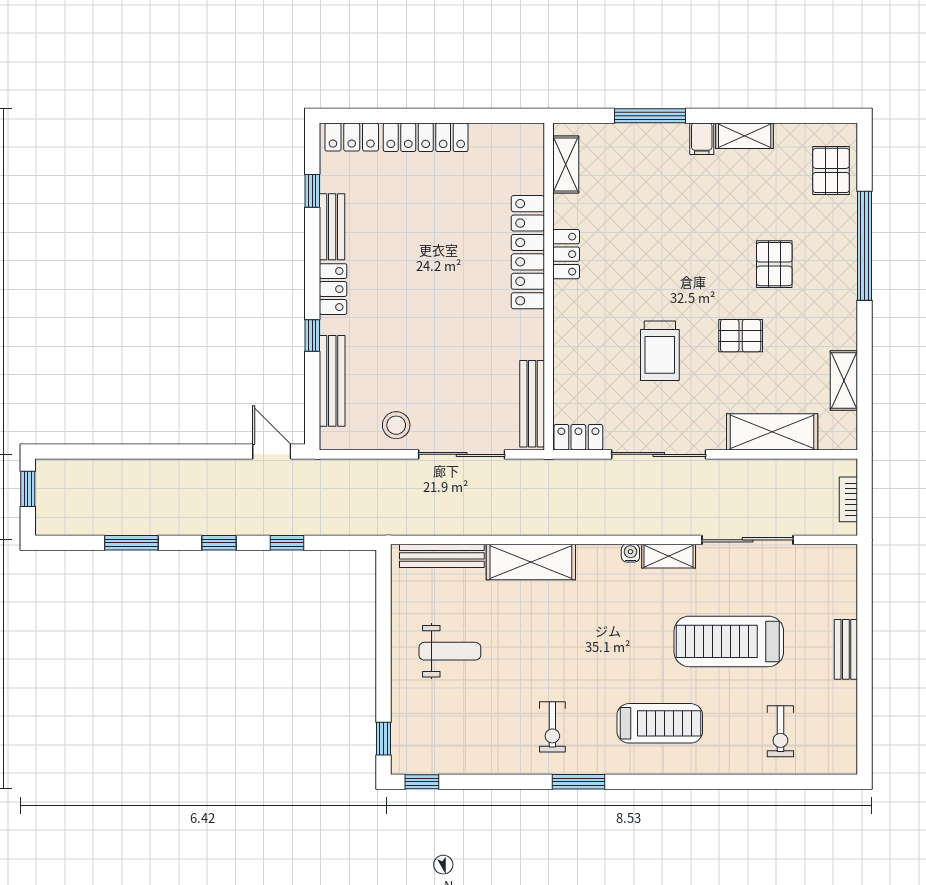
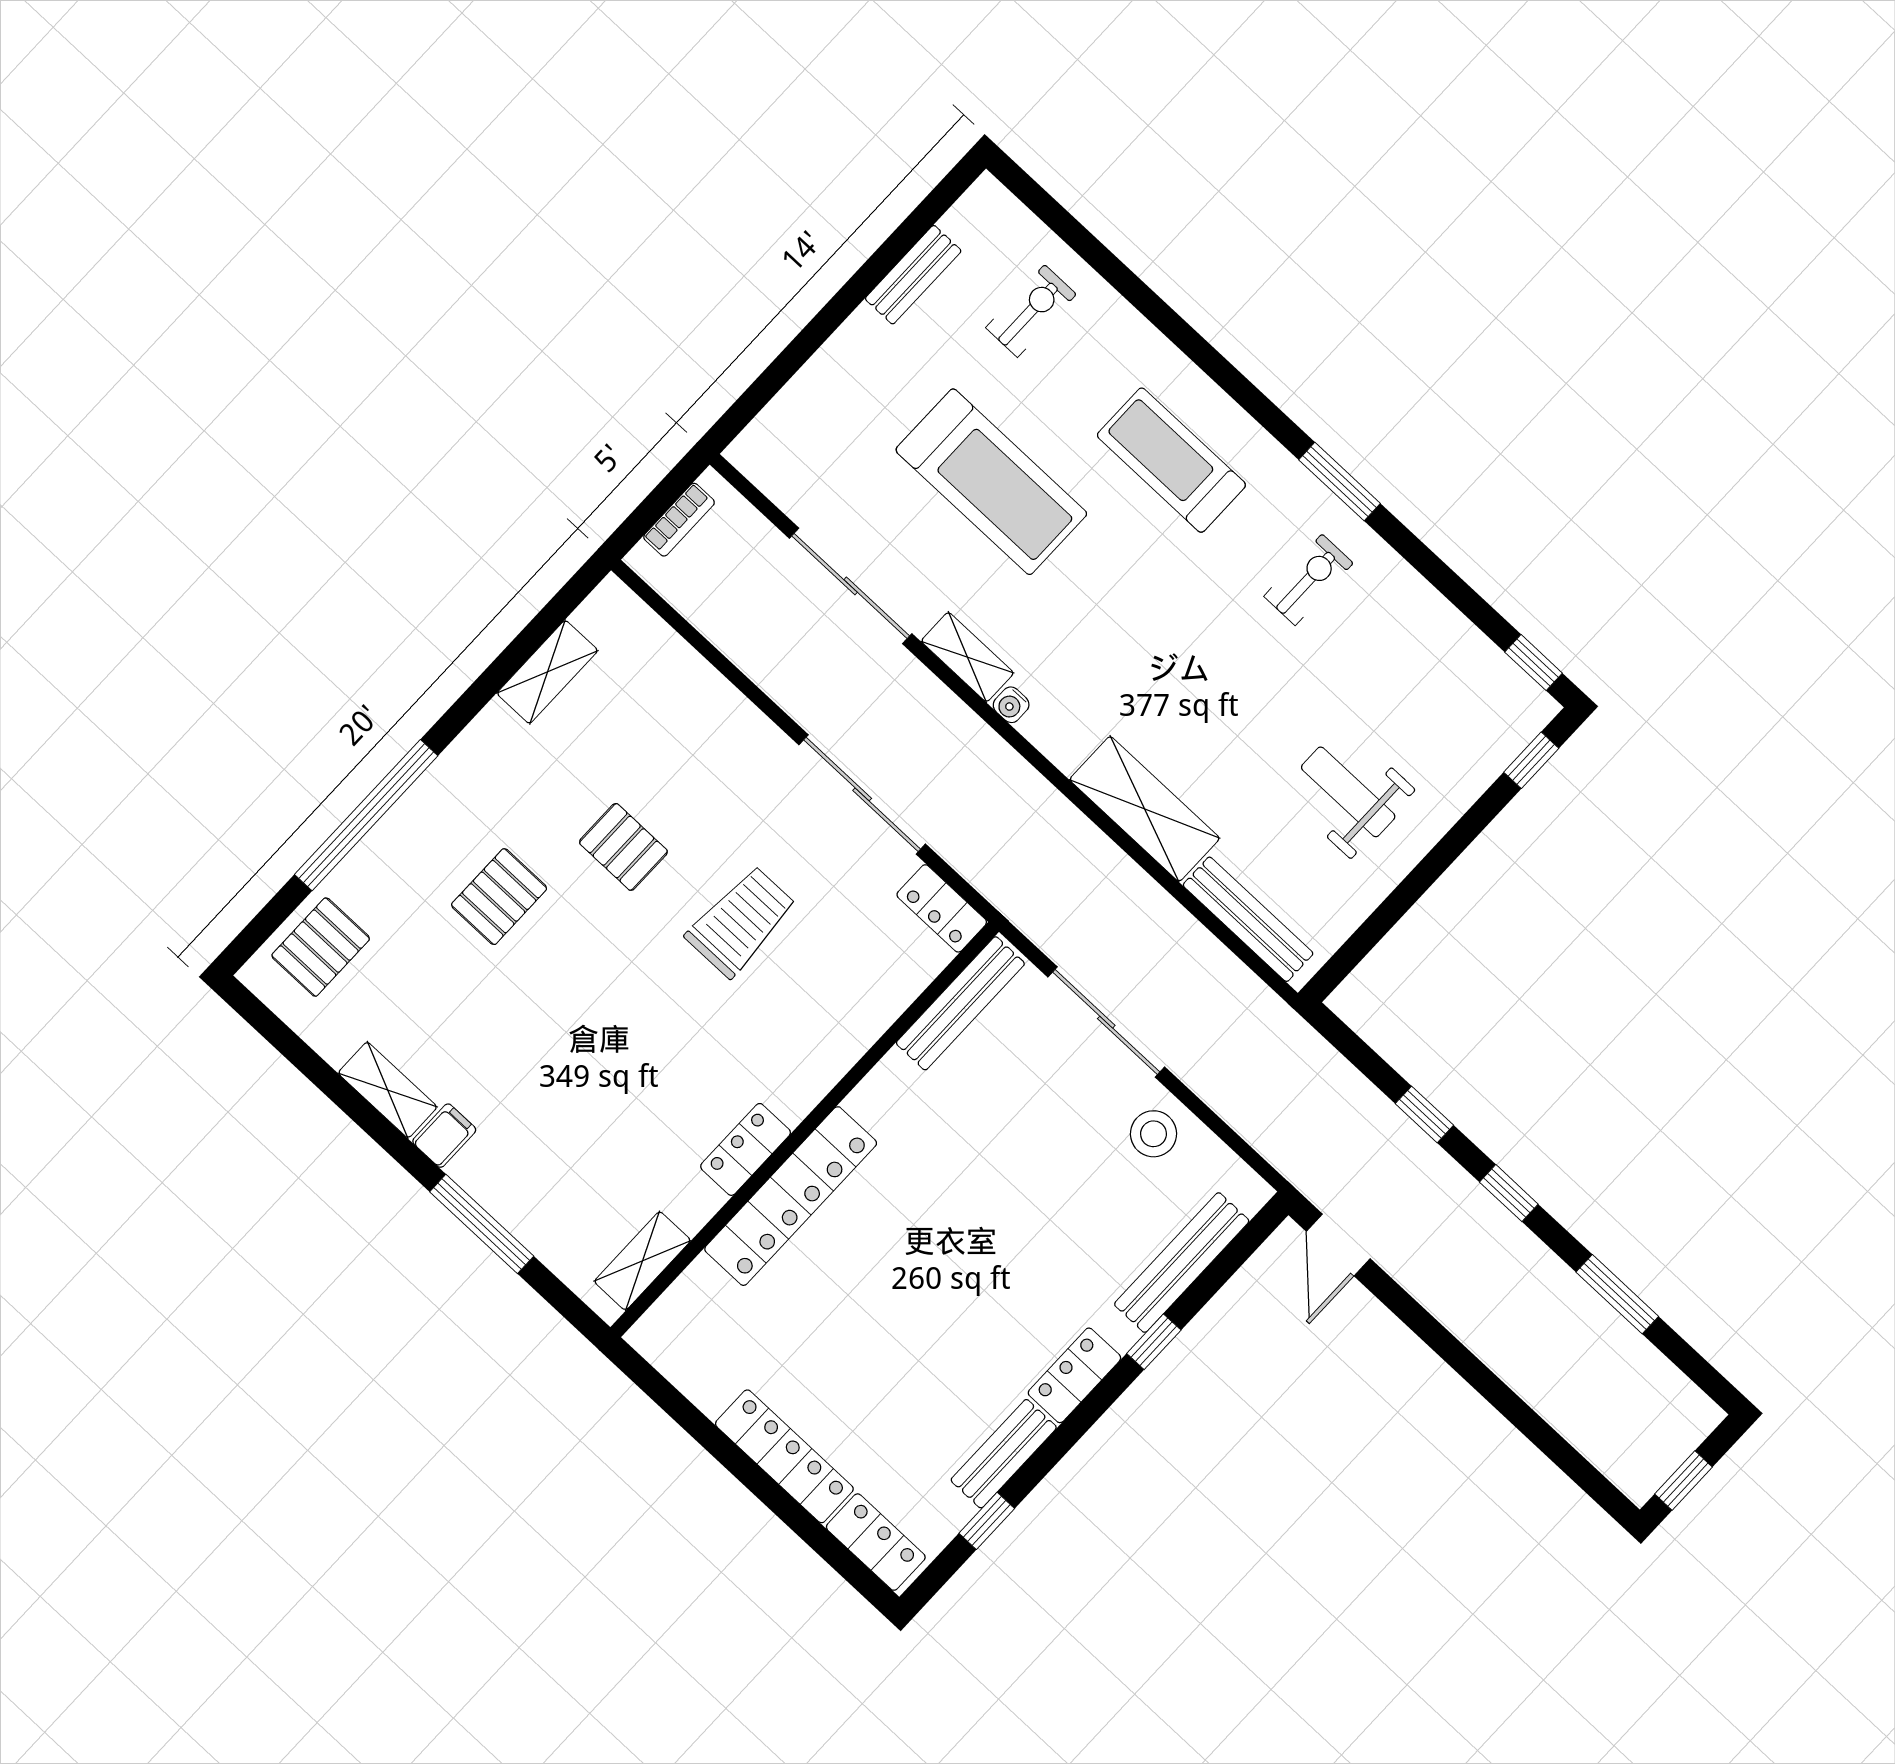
shelving: (772, 432) -> (696, 691), removed
bench: (846, 649) -> (913, 275), moved

